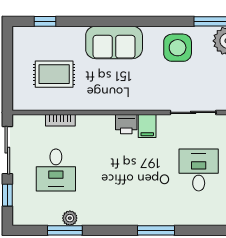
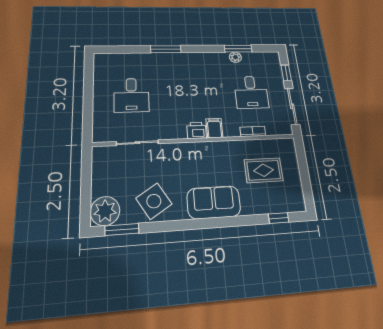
side table: (178, 48) -> (154, 201), turned -32
filing cabinet: (147, 126) -> (214, 128), moved
desk: (56, 170) -> (251, 92), turned 180

